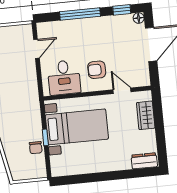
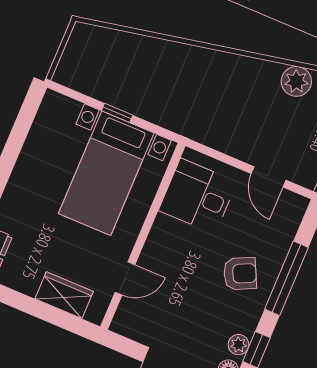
plant: (124, 20) -> (238, 345), added
armchair: (97, 70) -> (240, 274), moved, turned 64
chair: (36, 148) -> (109, 88), removed

